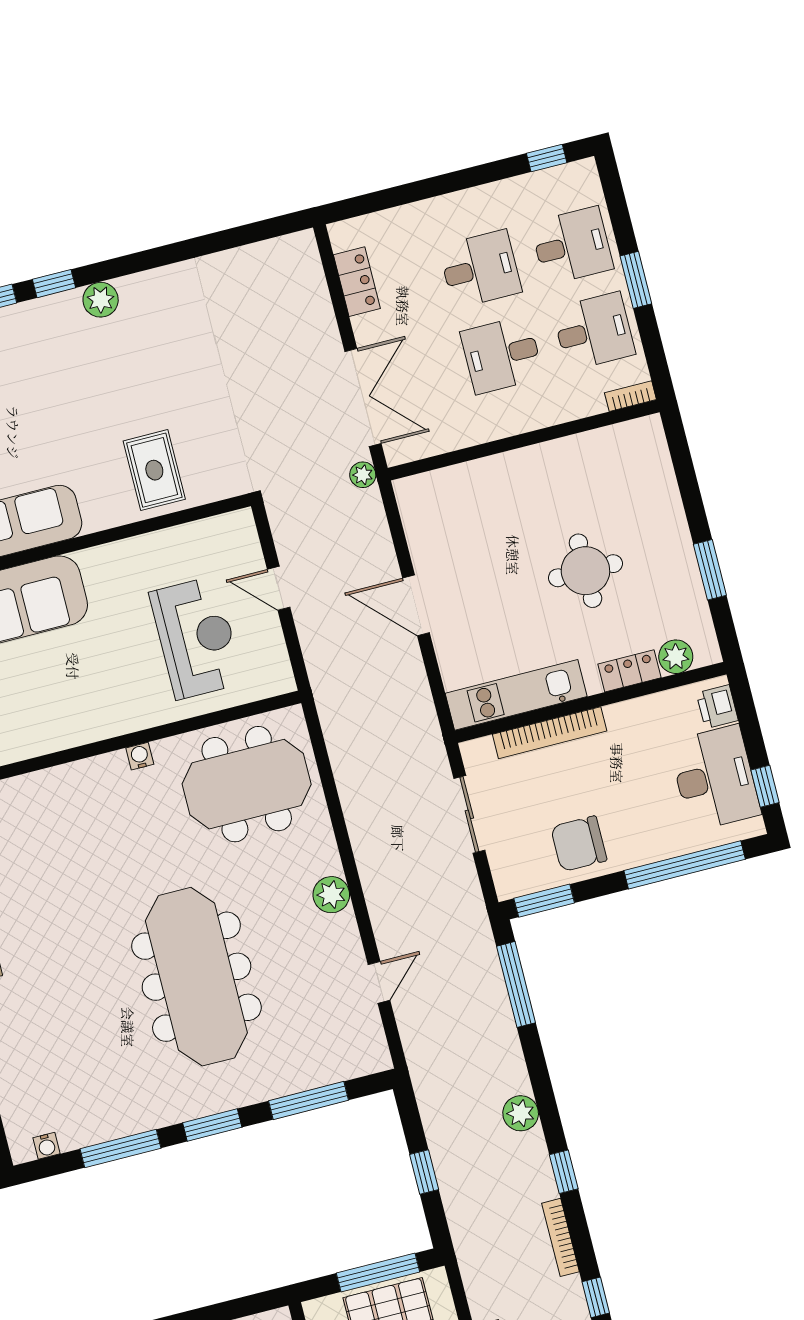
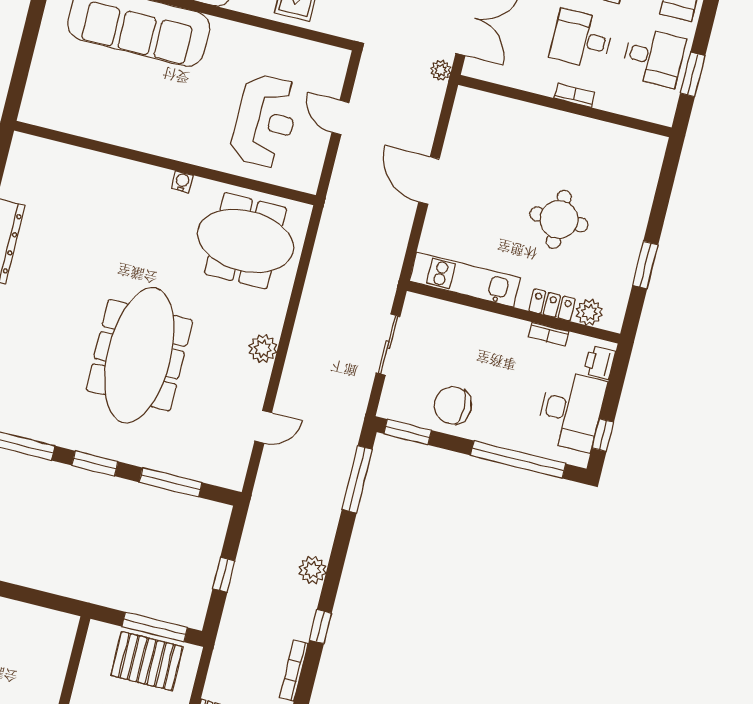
window: (636, 280) -> (693, 74), moved
bookcase: (630, 396) -> (574, 95), moved
bookcase: (550, 733) -> (549, 334), moved, width x0.43, depth x0.76

